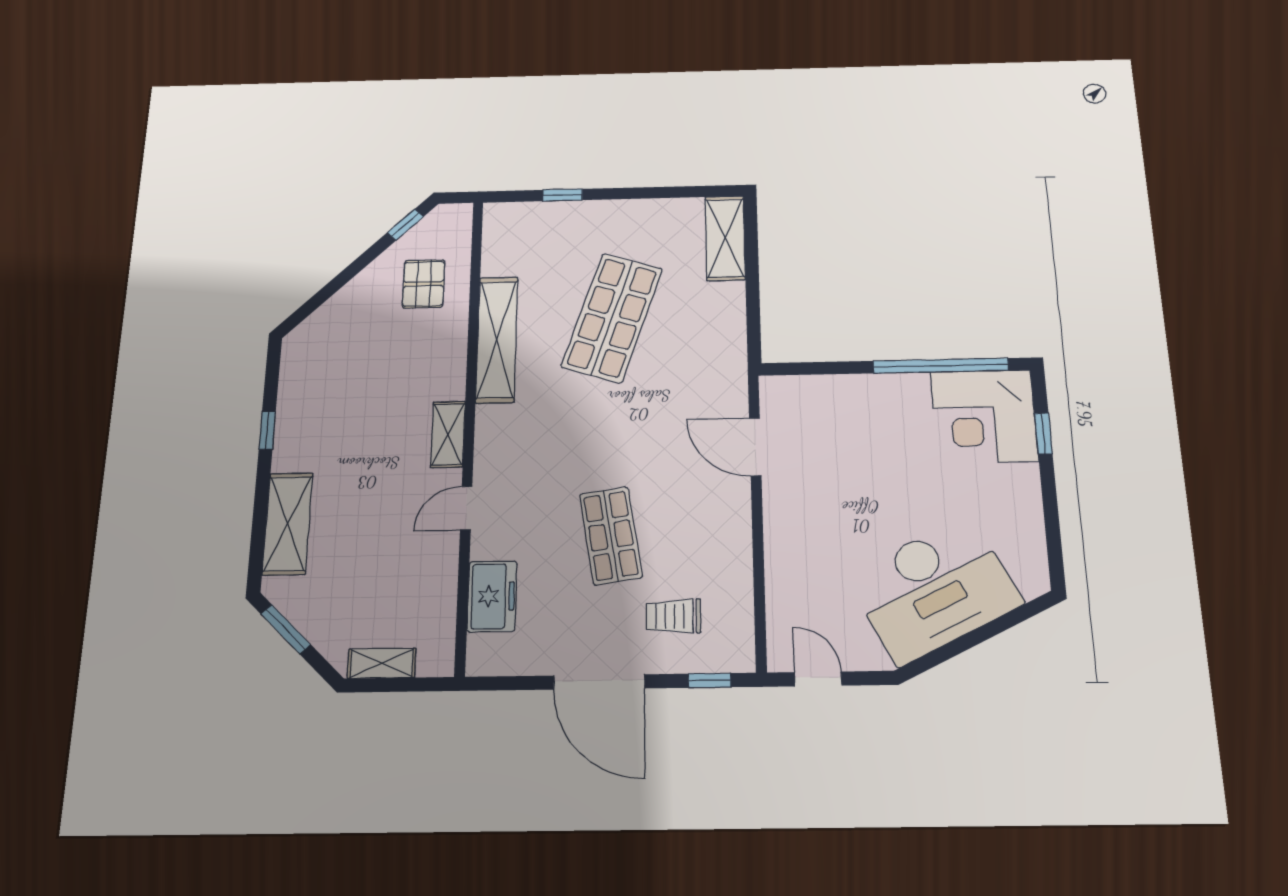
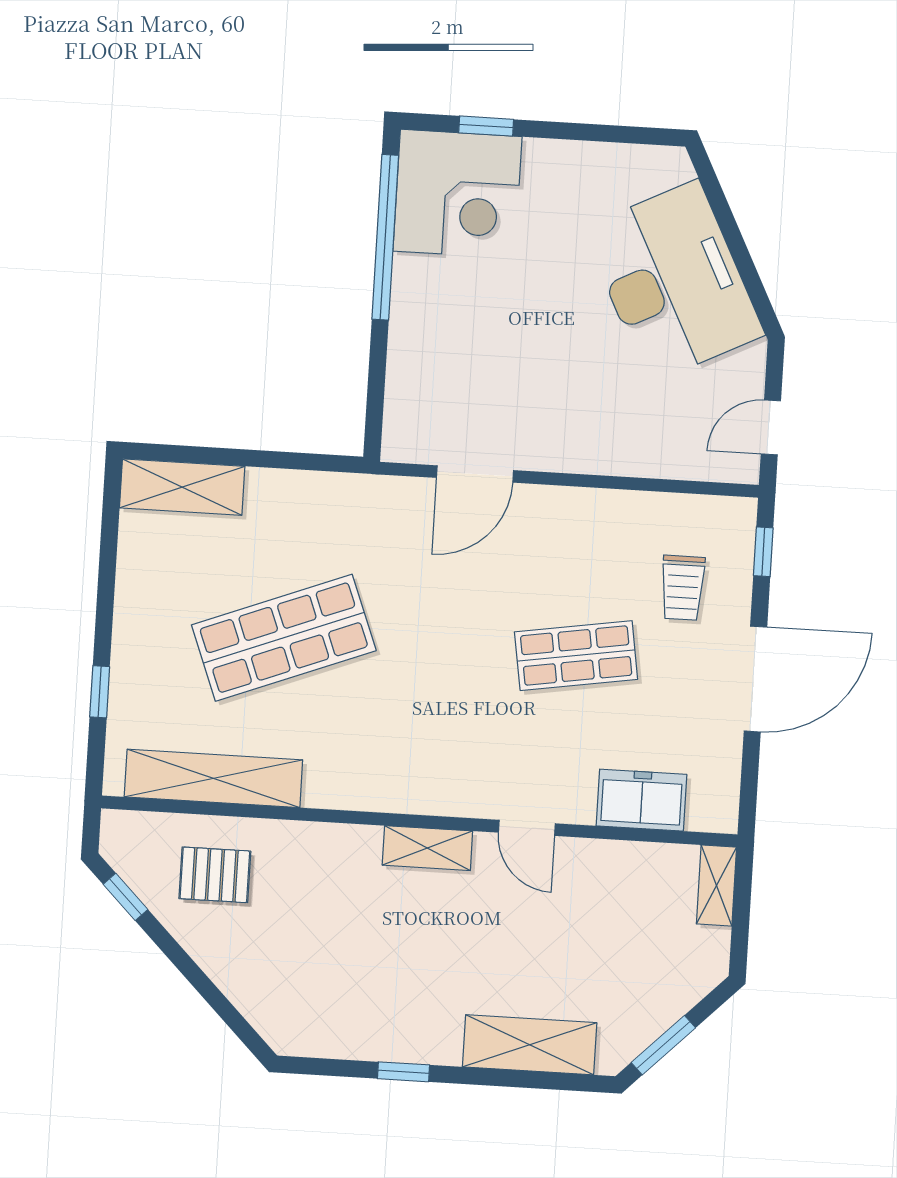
shop shelf: (612, 318) -> (284, 638), turned -39
shelving: (497, 339) -> (213, 778), moved
shelving: (382, 663) -> (717, 886), moved

